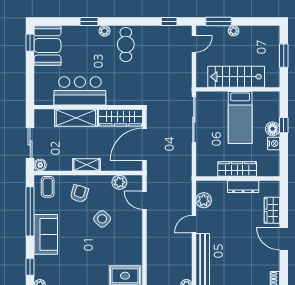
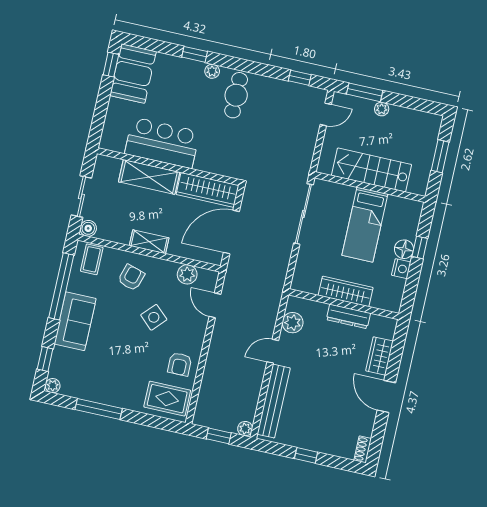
armchair: (129, 249) -> (180, 364), added

